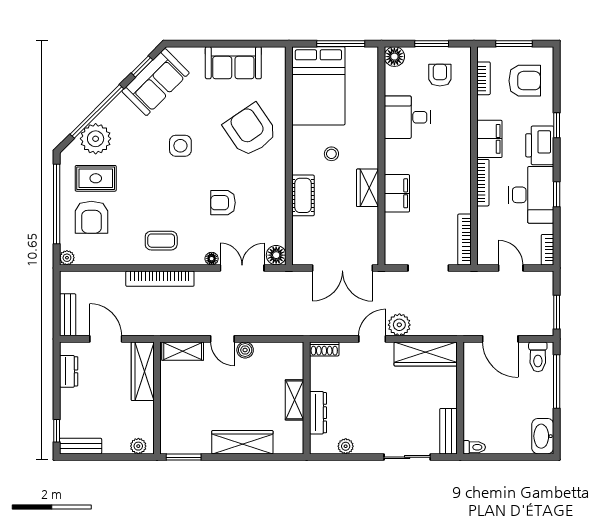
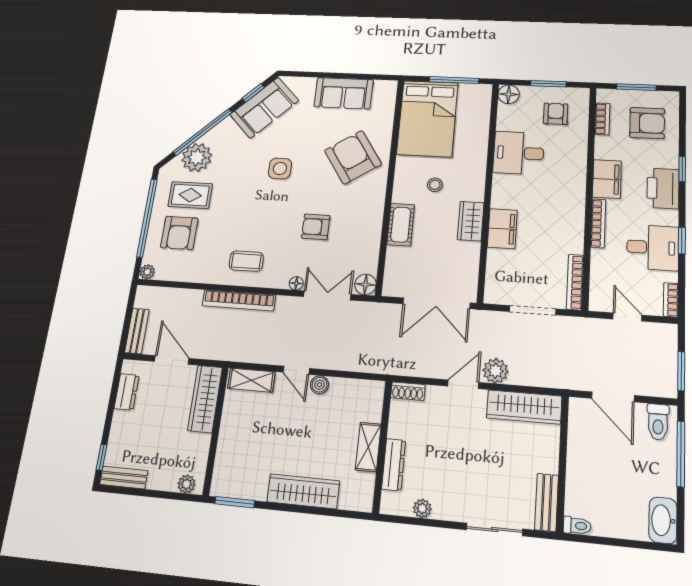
desk: (531, 195) -> (653, 247), width x0.73

